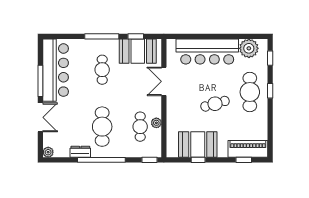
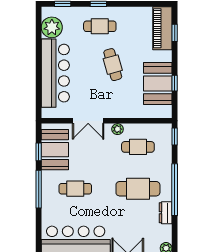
cafe table: (250, 92) -> (100, 26), width x0.73, depth x0.74
plant: (156, 123) -> (118, 129), moved

